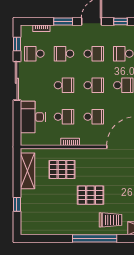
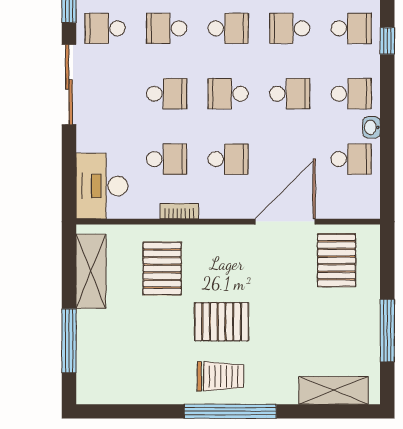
school desk: (94, 85) -> (228, 94), turned 180
desk: (33, 117) -> (102, 186), moved
pallet: (62, 170) -> (162, 269), turned 90
window: (17, 204) -> (69, 341), width x2.17
trolley: (110, 220) -> (220, 376), moved

